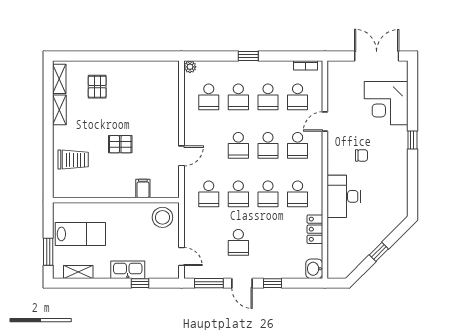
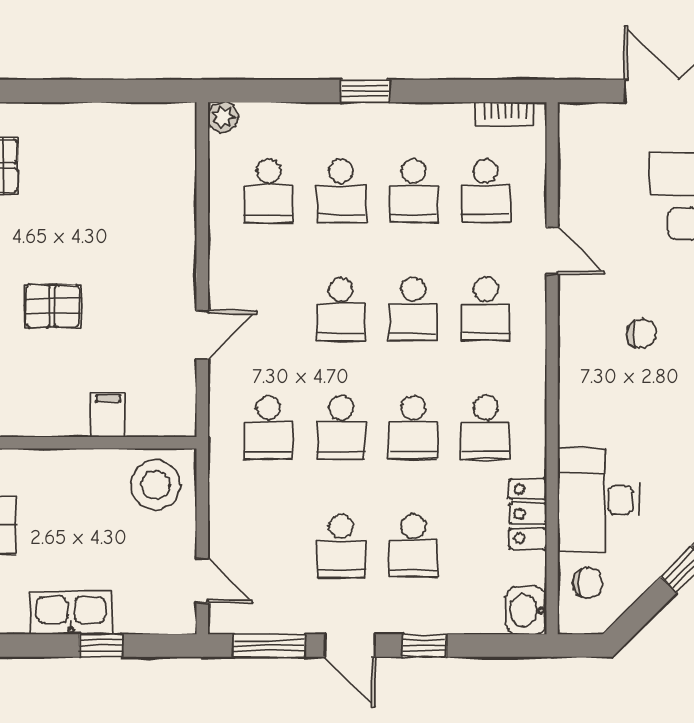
door: (325, 122) -> (552, 251), swing flipped
desk: (344, 196) -> (598, 500), moved
school desk: (268, 242) -> (413, 546), added
chair: (340, 258) -> (588, 583), added

